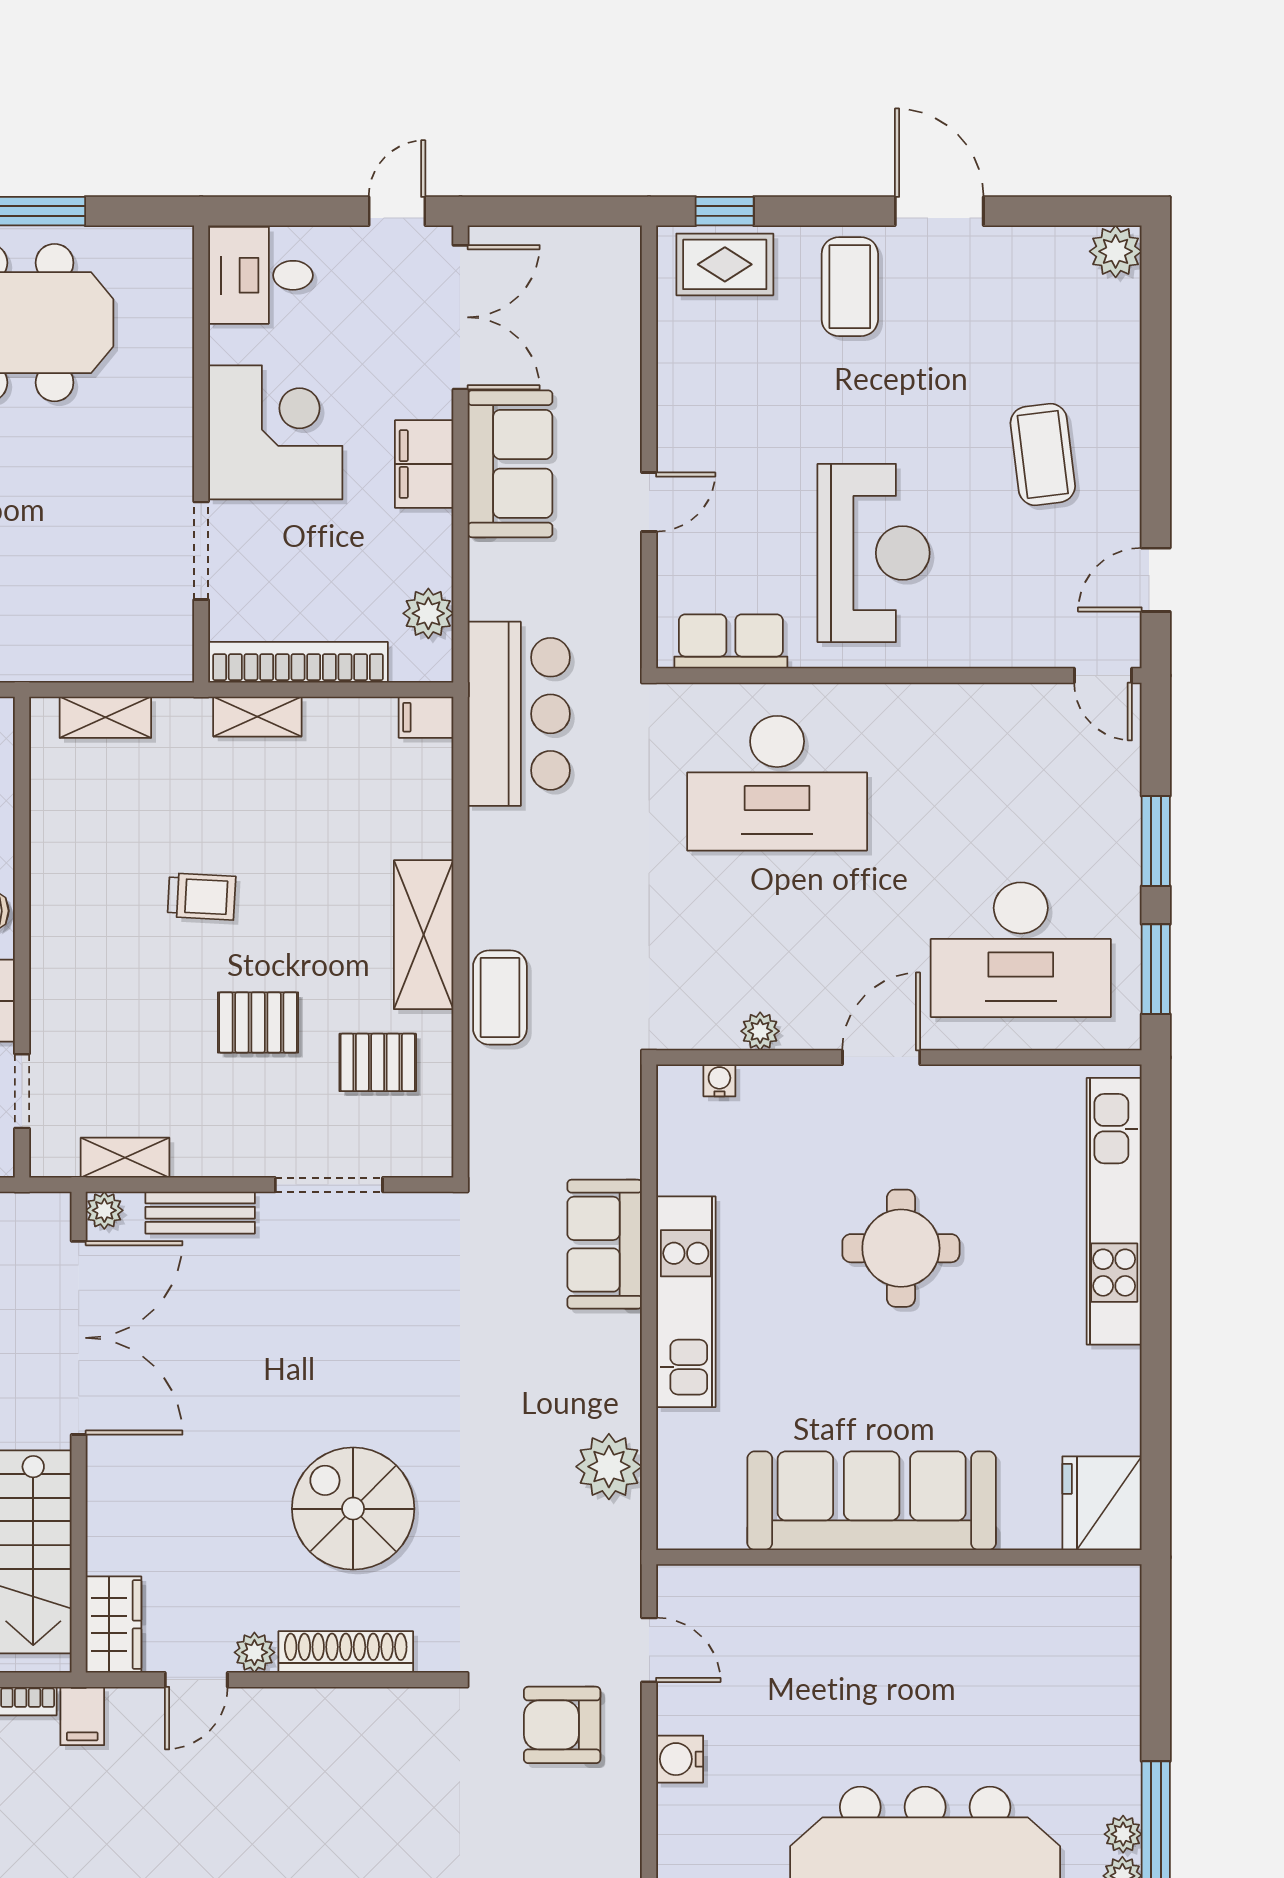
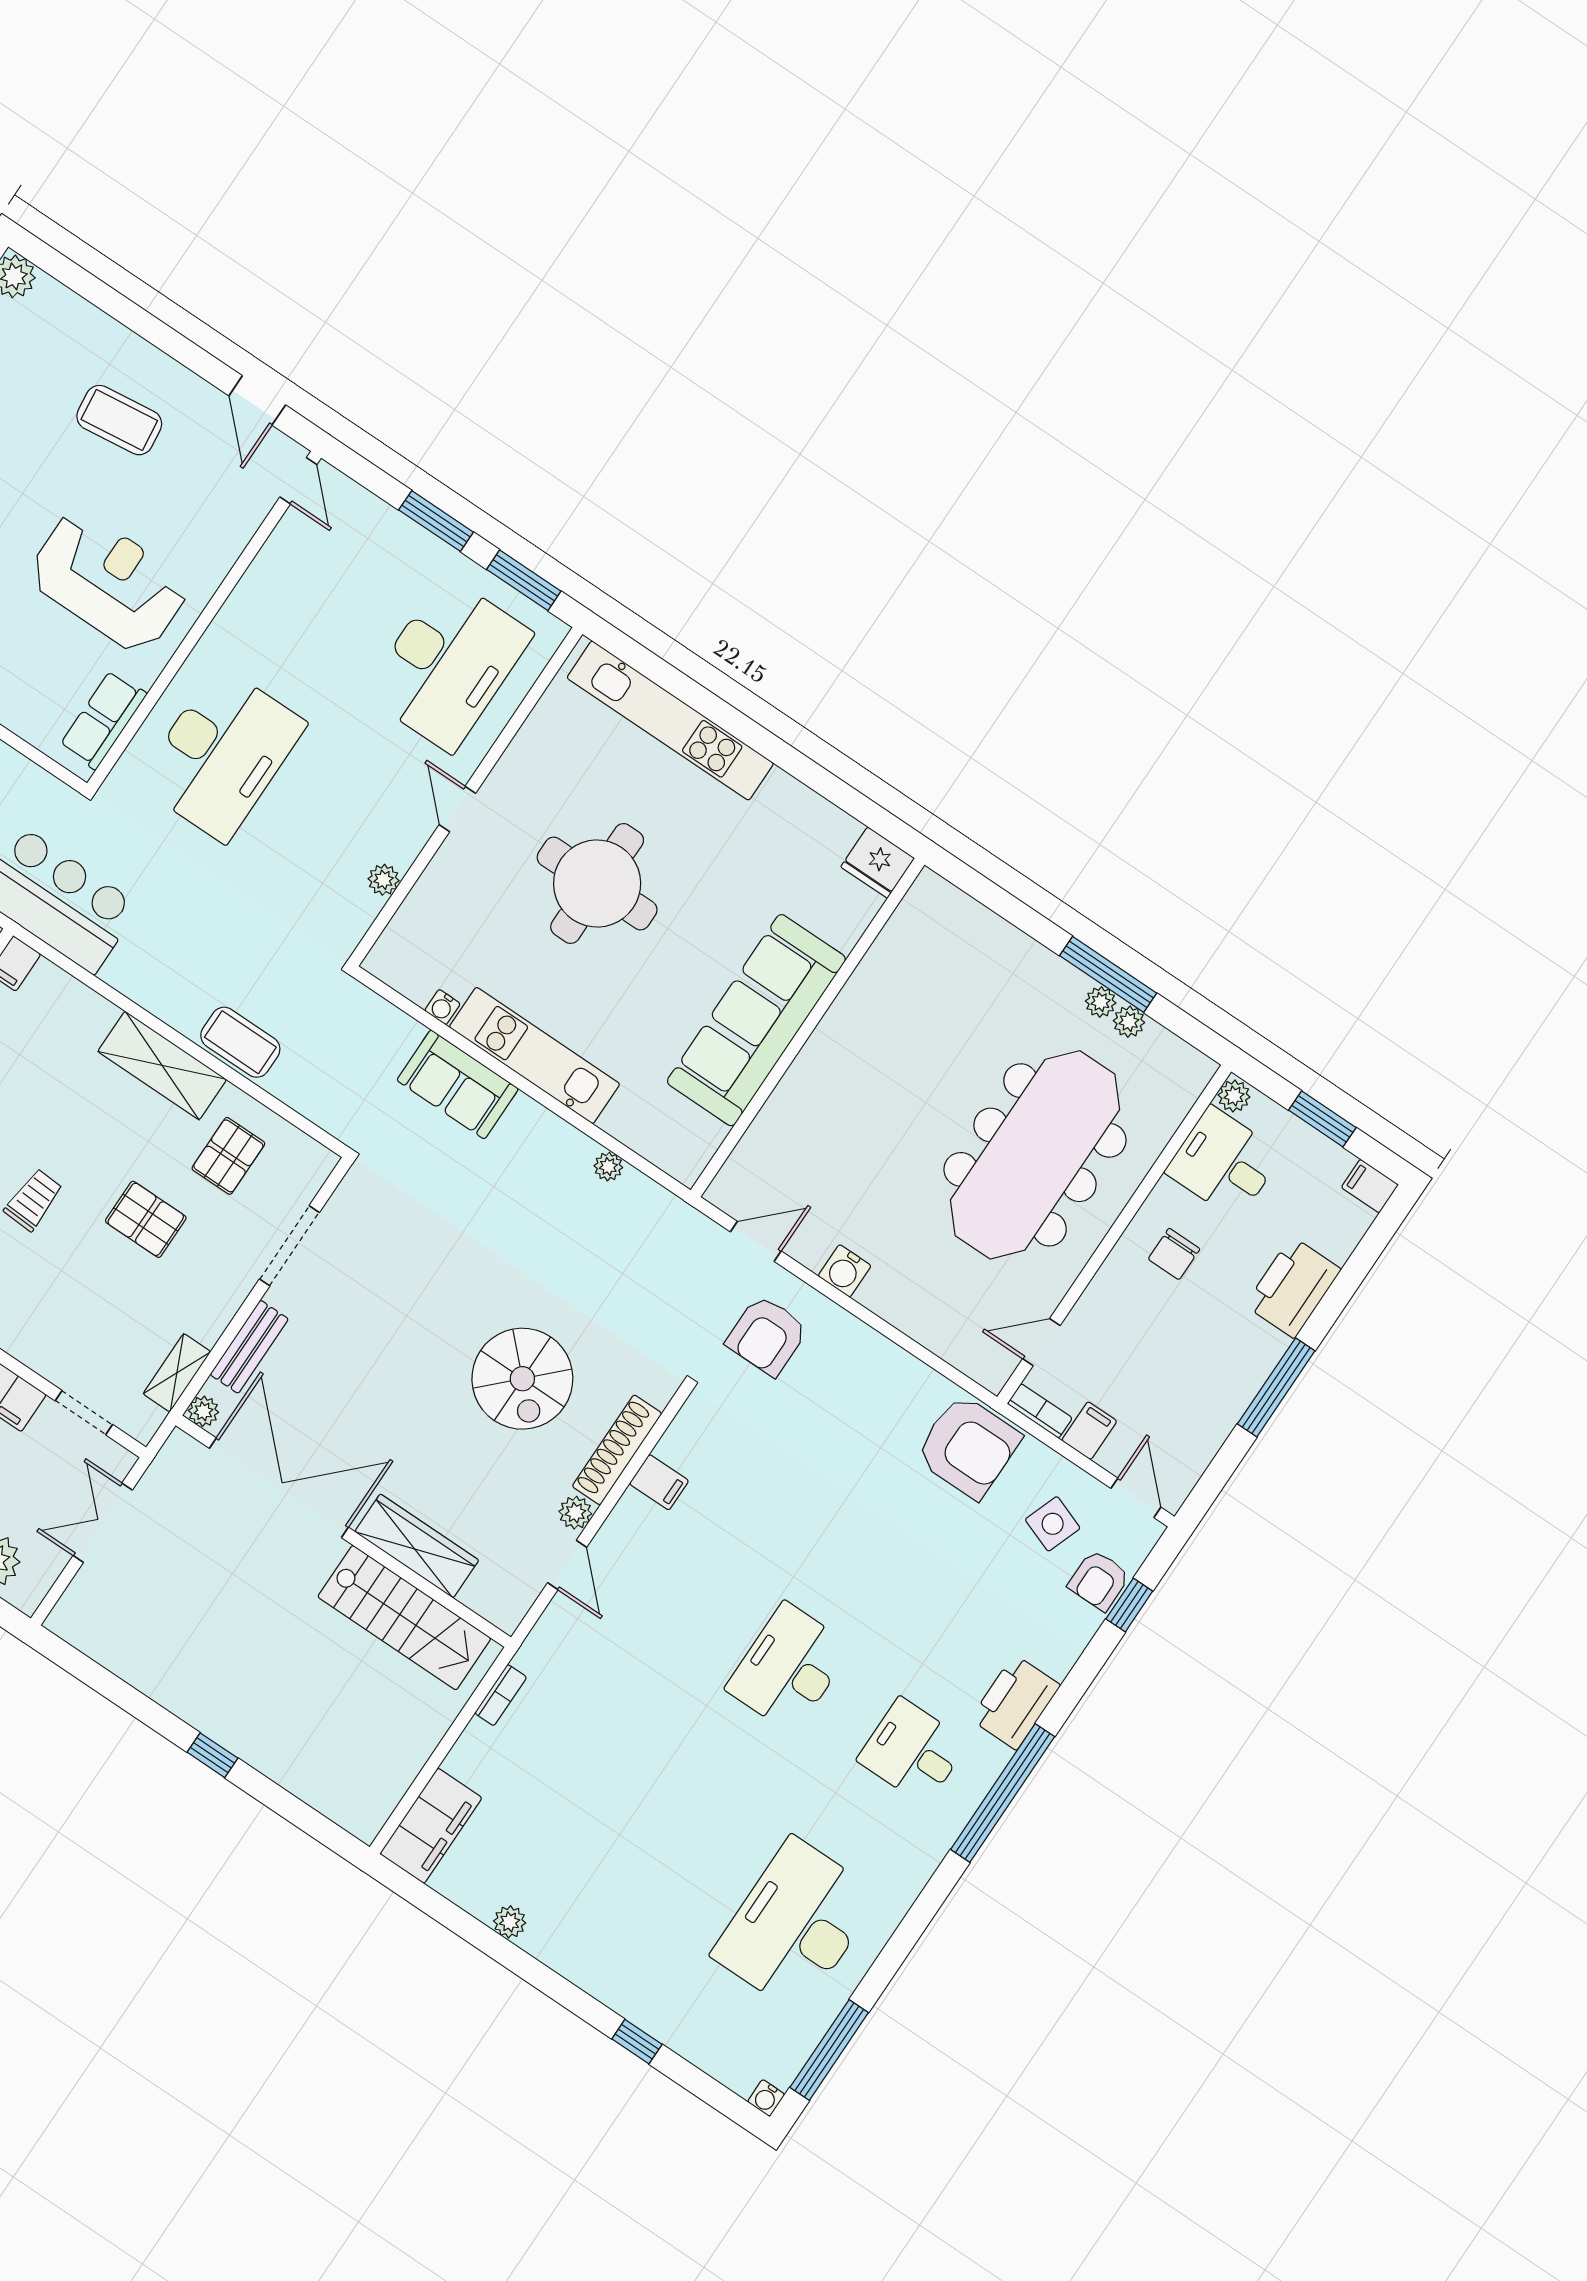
door: (1103, 676) -> (298, 481), hinge flipped
pallet: (258, 1022) -> (146, 1219), turned 90
door: (881, 1057) -> (457, 809), width x0.73
water cooler: (719, 1080) -> (442, 1007), moved, turned -90
round table: (901, 1248) -> (597, 883), width x1.36, depth x1.36
plant: (609, 1467) -> (608, 1167), width x0.53, depth x0.53
fridge: (1102, 1503) -> (878, 862), width x0.73, depth x0.75
spiral stairs: (353, 1509) -> (522, 1379), turned -90
wardrobe: (114, 1624) -> (417, 1546), moved, width x1.50
filing cabinet: (82, 1716) -> (659, 1482), moved

